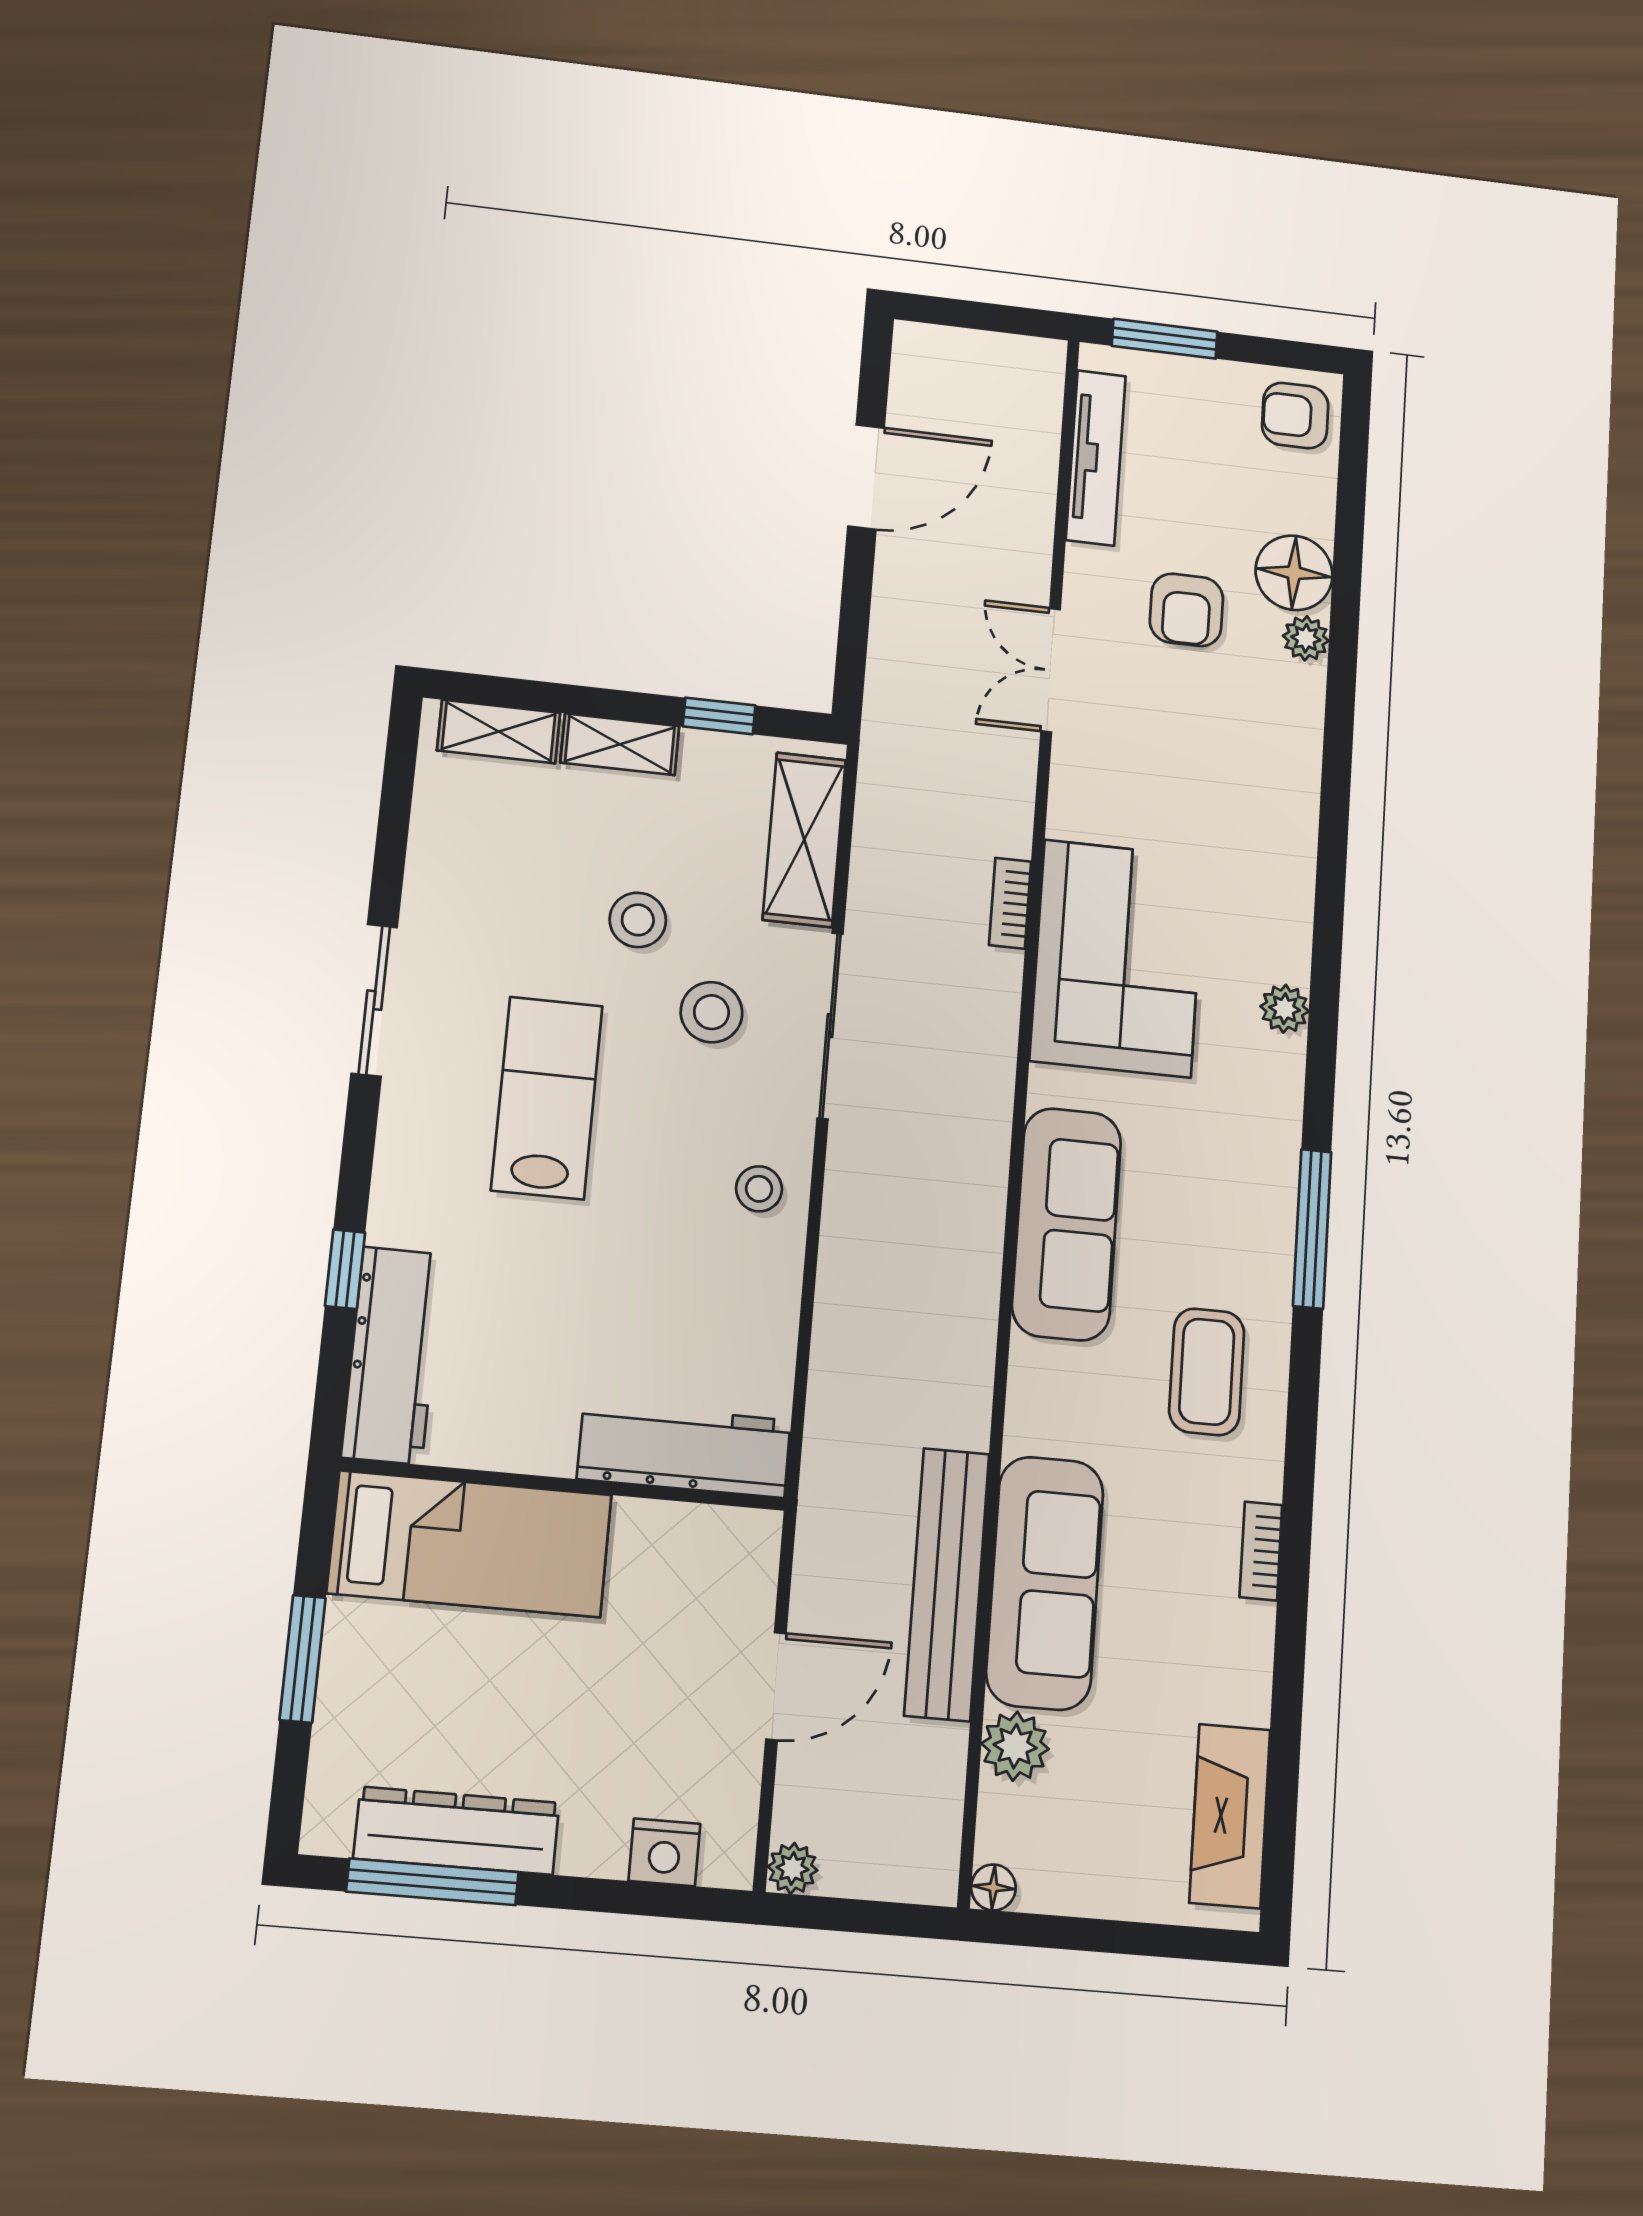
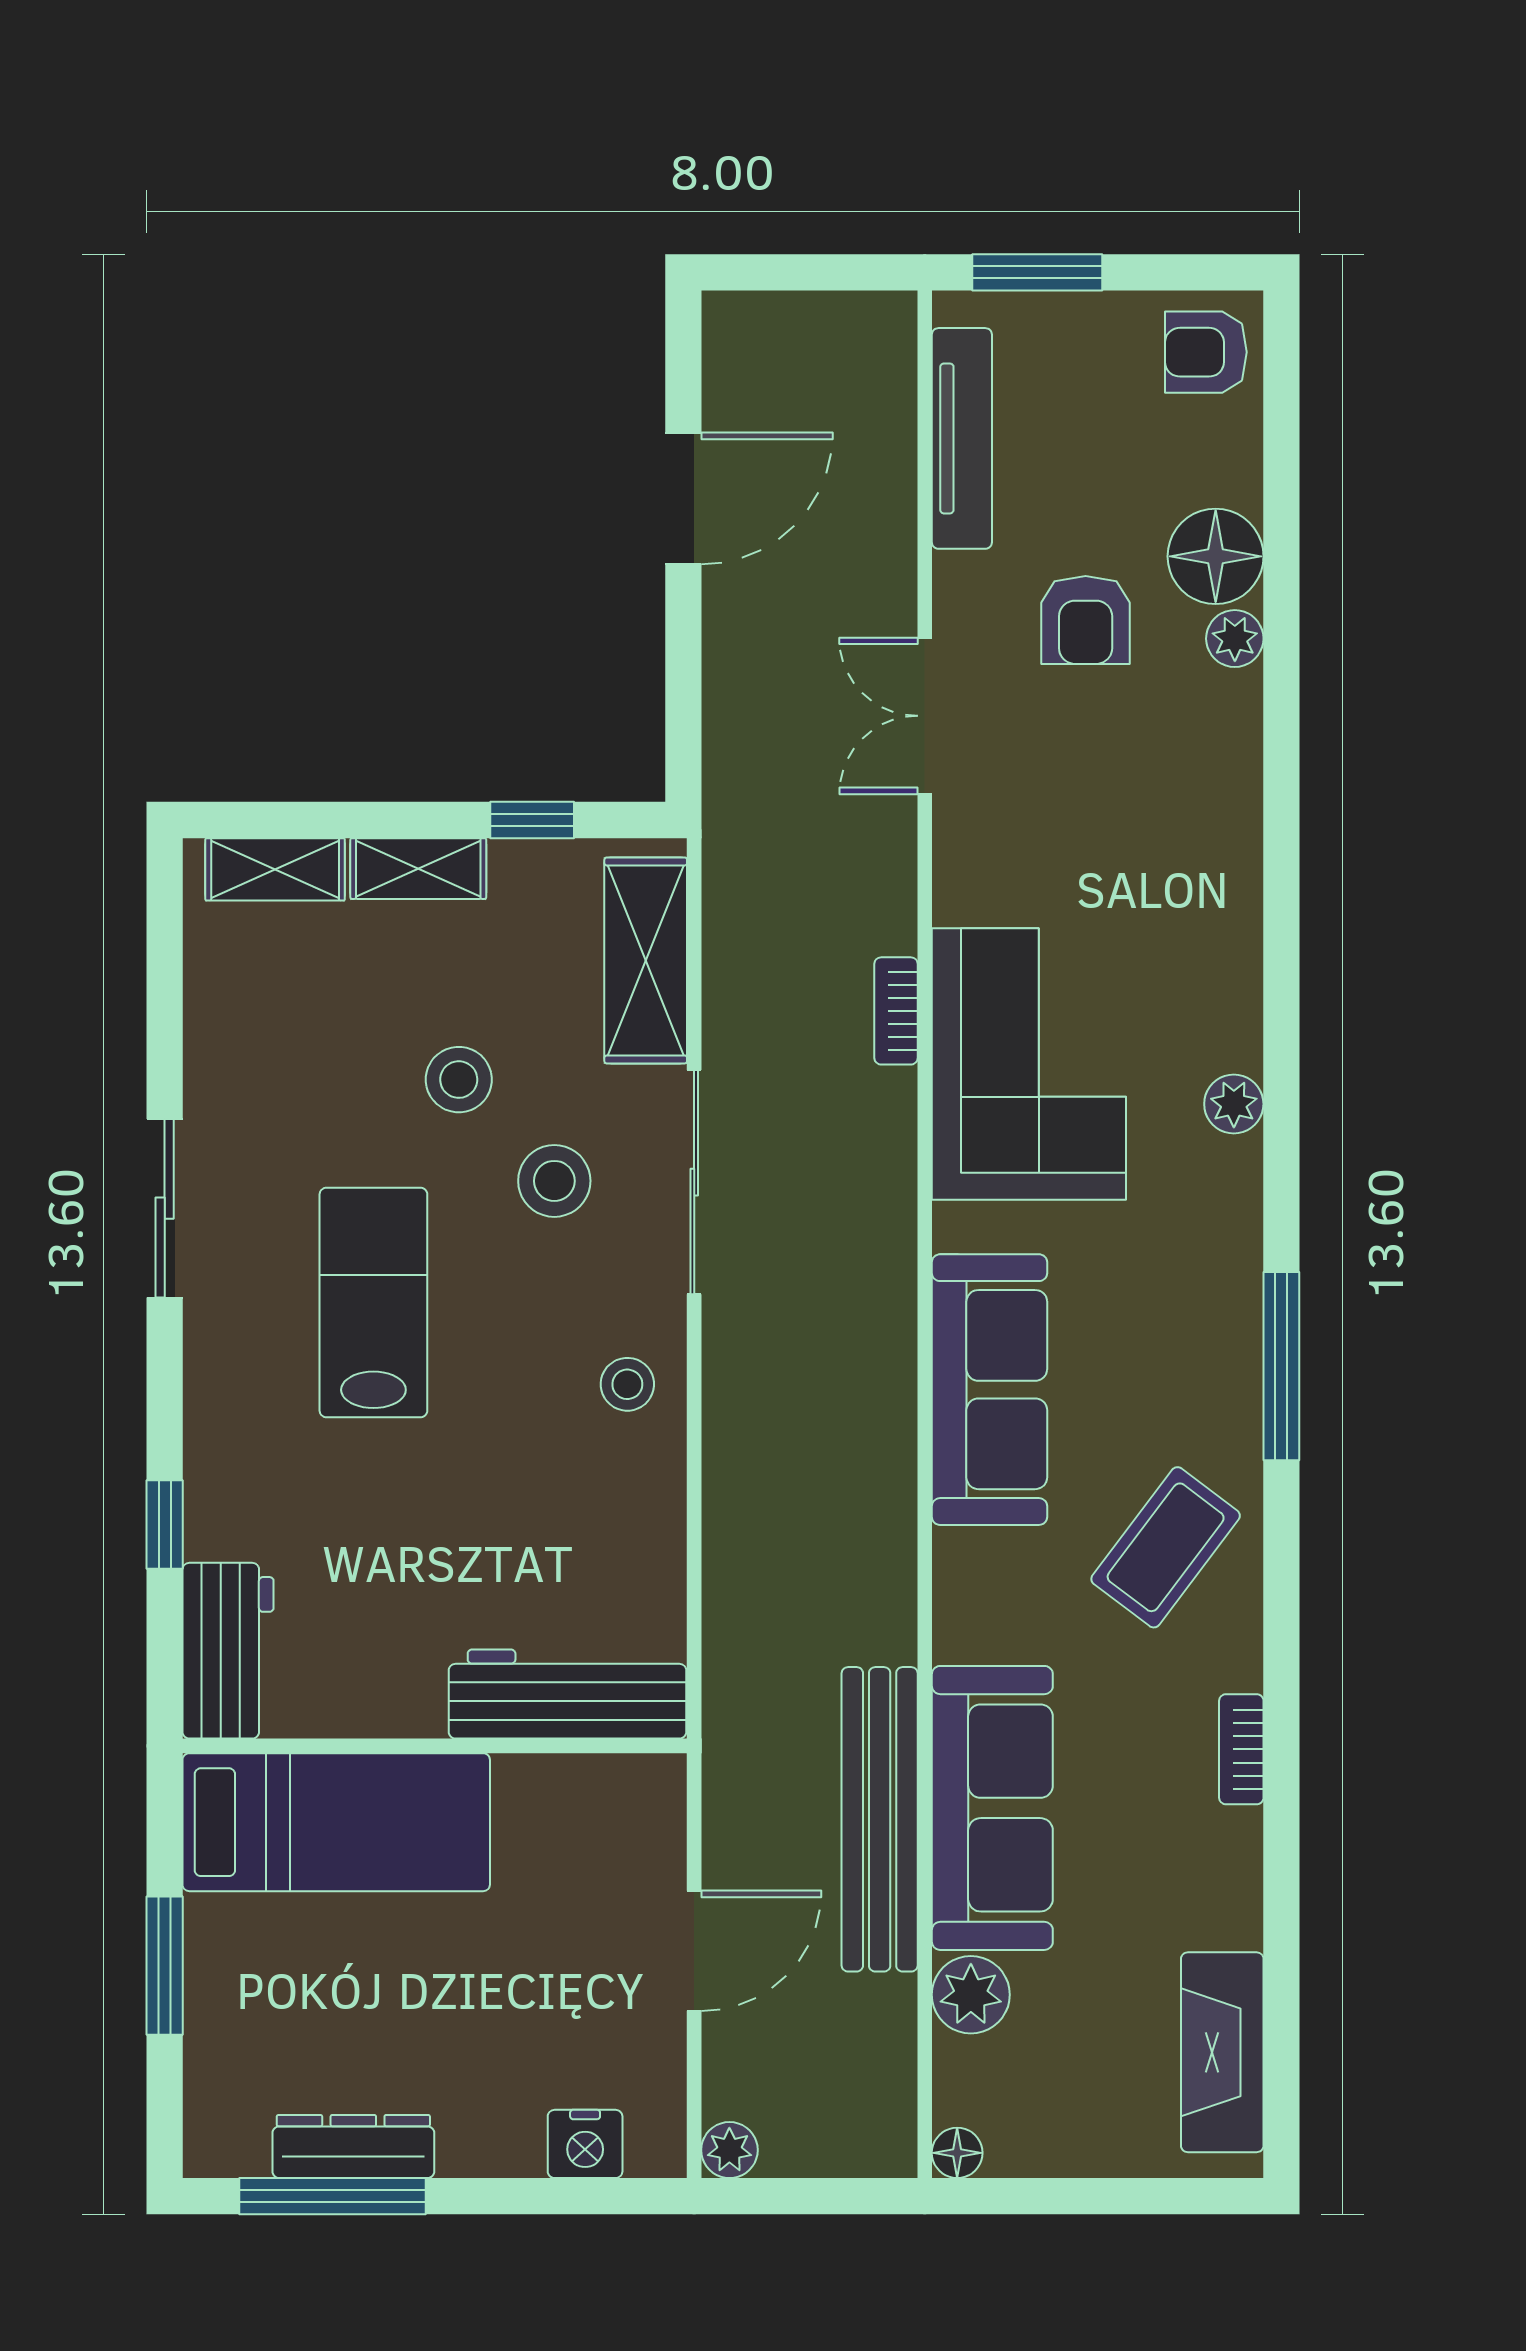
workbench: (392, 1355) -> (228, 1651), width x0.73
coffee table: (1207, 1372) -> (1166, 1547), turned 37
dresser: (457, 1831) -> (353, 2147), width x0.73, depth x0.80

